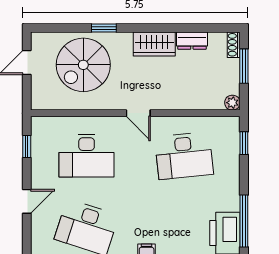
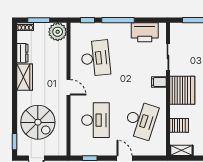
window: (104, 28) -> (14, 142), moved
plant: (232, 103) -> (58, 32), width x1.88, depth x1.88
door: (138, 113) -> (69, 87), hinge flipped
window: (244, 221) -> (118, 20), moved

